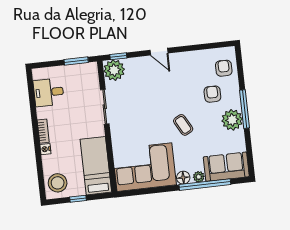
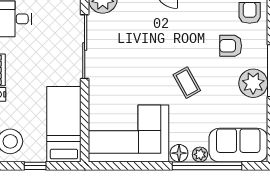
armchair: (212, 94) -> (231, 46), turned -90
sliding door: (105, 107) -> (85, 47), width x1.37

